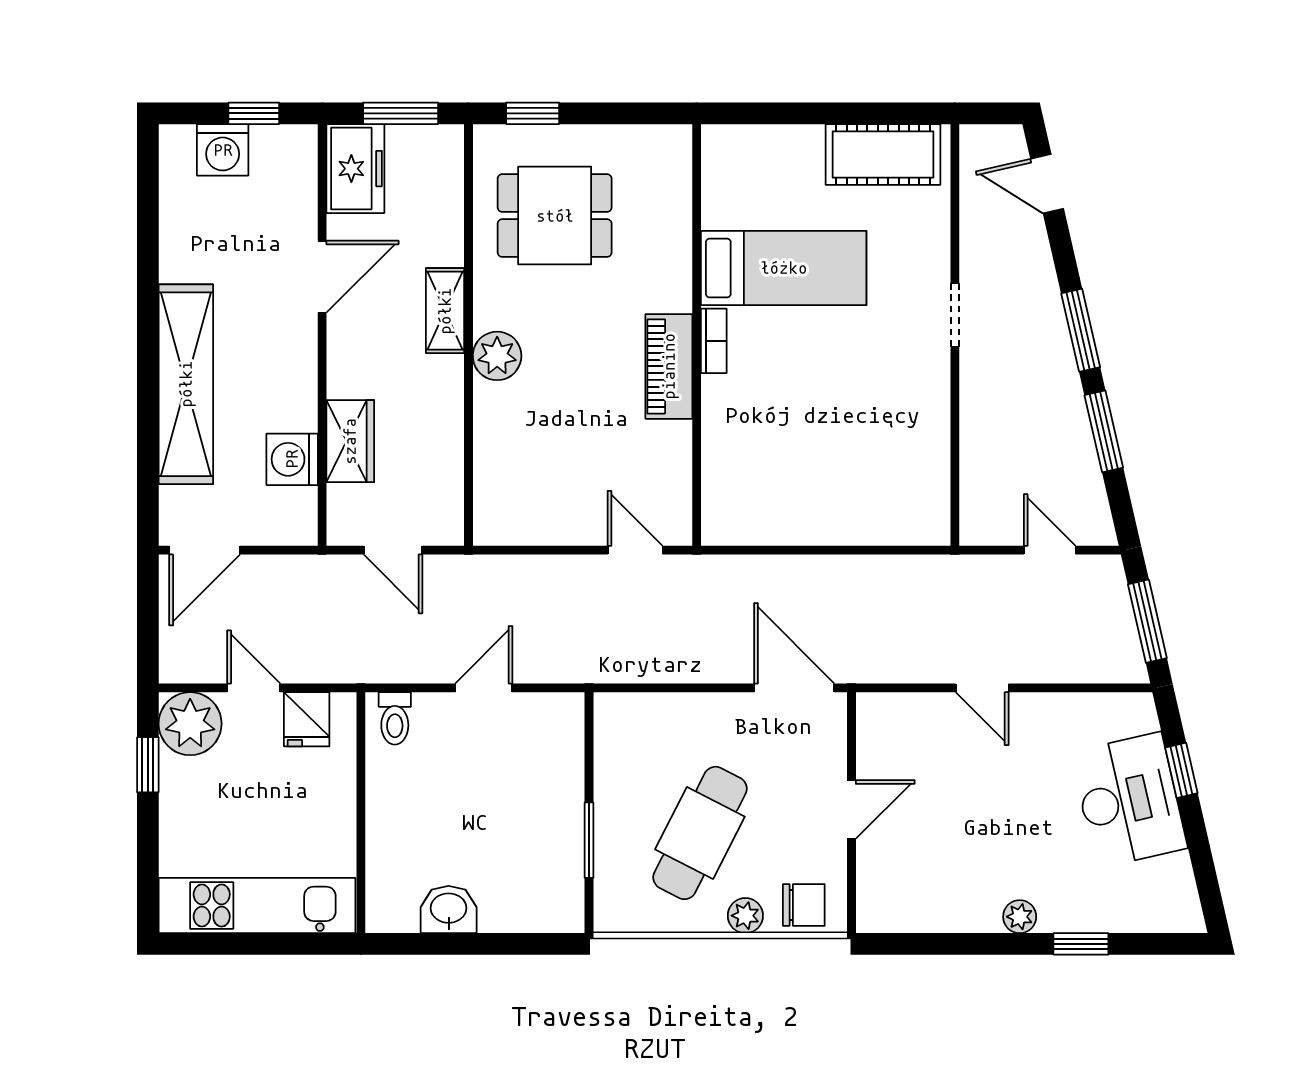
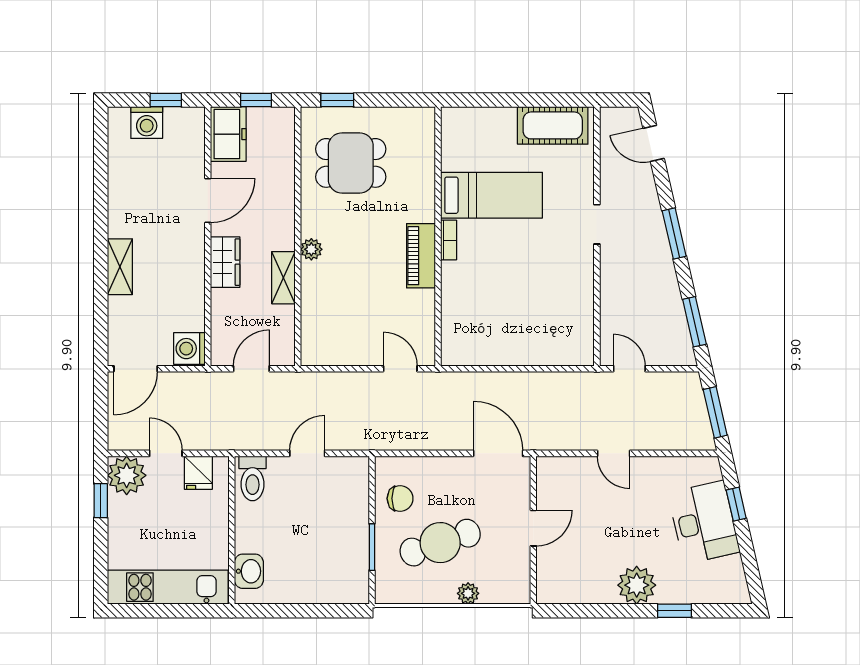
window: (401, 113) -> (256, 100), width x0.67
shelving: (445, 311) -> (283, 278), moved
plant: (497, 356) -> (311, 249), width x0.73, depth x0.73
shelving: (186, 384) -> (120, 267), width x0.45, depth x0.75
window: (1104, 431) -> (694, 322), moved
wardrobe: (350, 441) -> (225, 262), moved
washing machine: (292, 459) -> (189, 349), moved
door: (393, 550) -> (251, 369), swing flipped
door: (1050, 550) -> (629, 369), moved
toilet: (395, 718) -> (253, 478), width x1.37, depth x1.39
cafe table: (700, 833) -> (440, 543), turned 44
chair: (804, 905) -> (400, 498), moved
washbasin: (449, 910) -> (249, 571), moved, turned 90
plant: (1020, 917) -> (637, 585), width x1.87, depth x1.87

